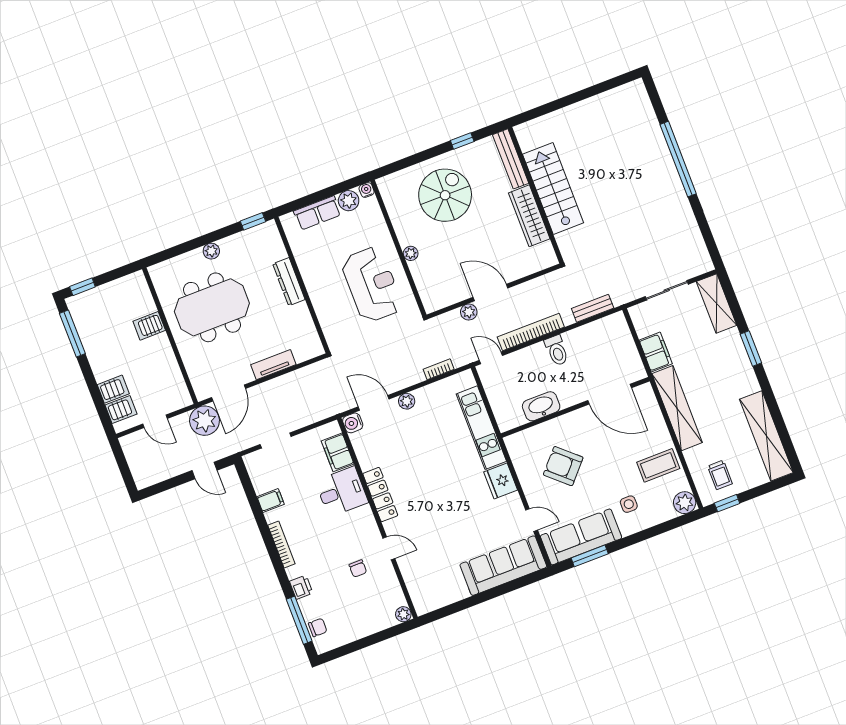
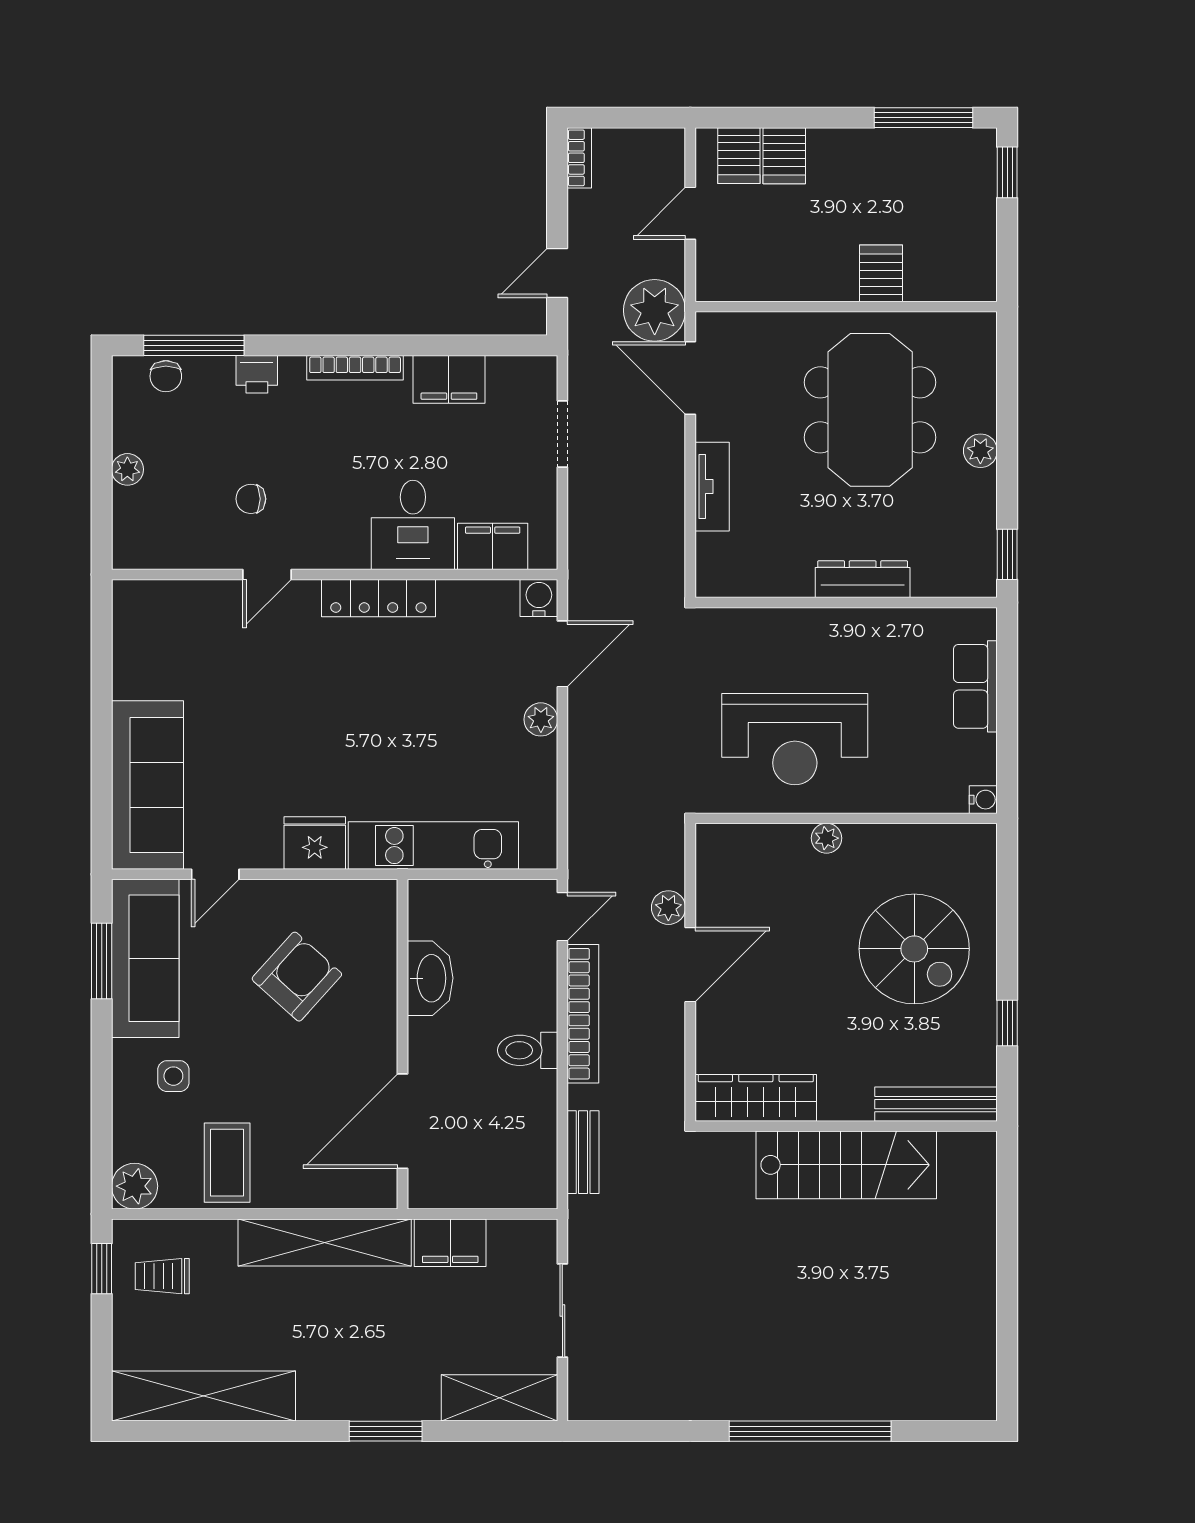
plant: (349, 201) -> (976, 756), removed
wardrobe: (529, 216) -> (756, 1098), moved
bookcase: (439, 369) -> (579, 158), moved
filing cabinet: (271, 501) -> (449, 379), width x2.00
plant: (403, 614) -> (127, 469), moved

